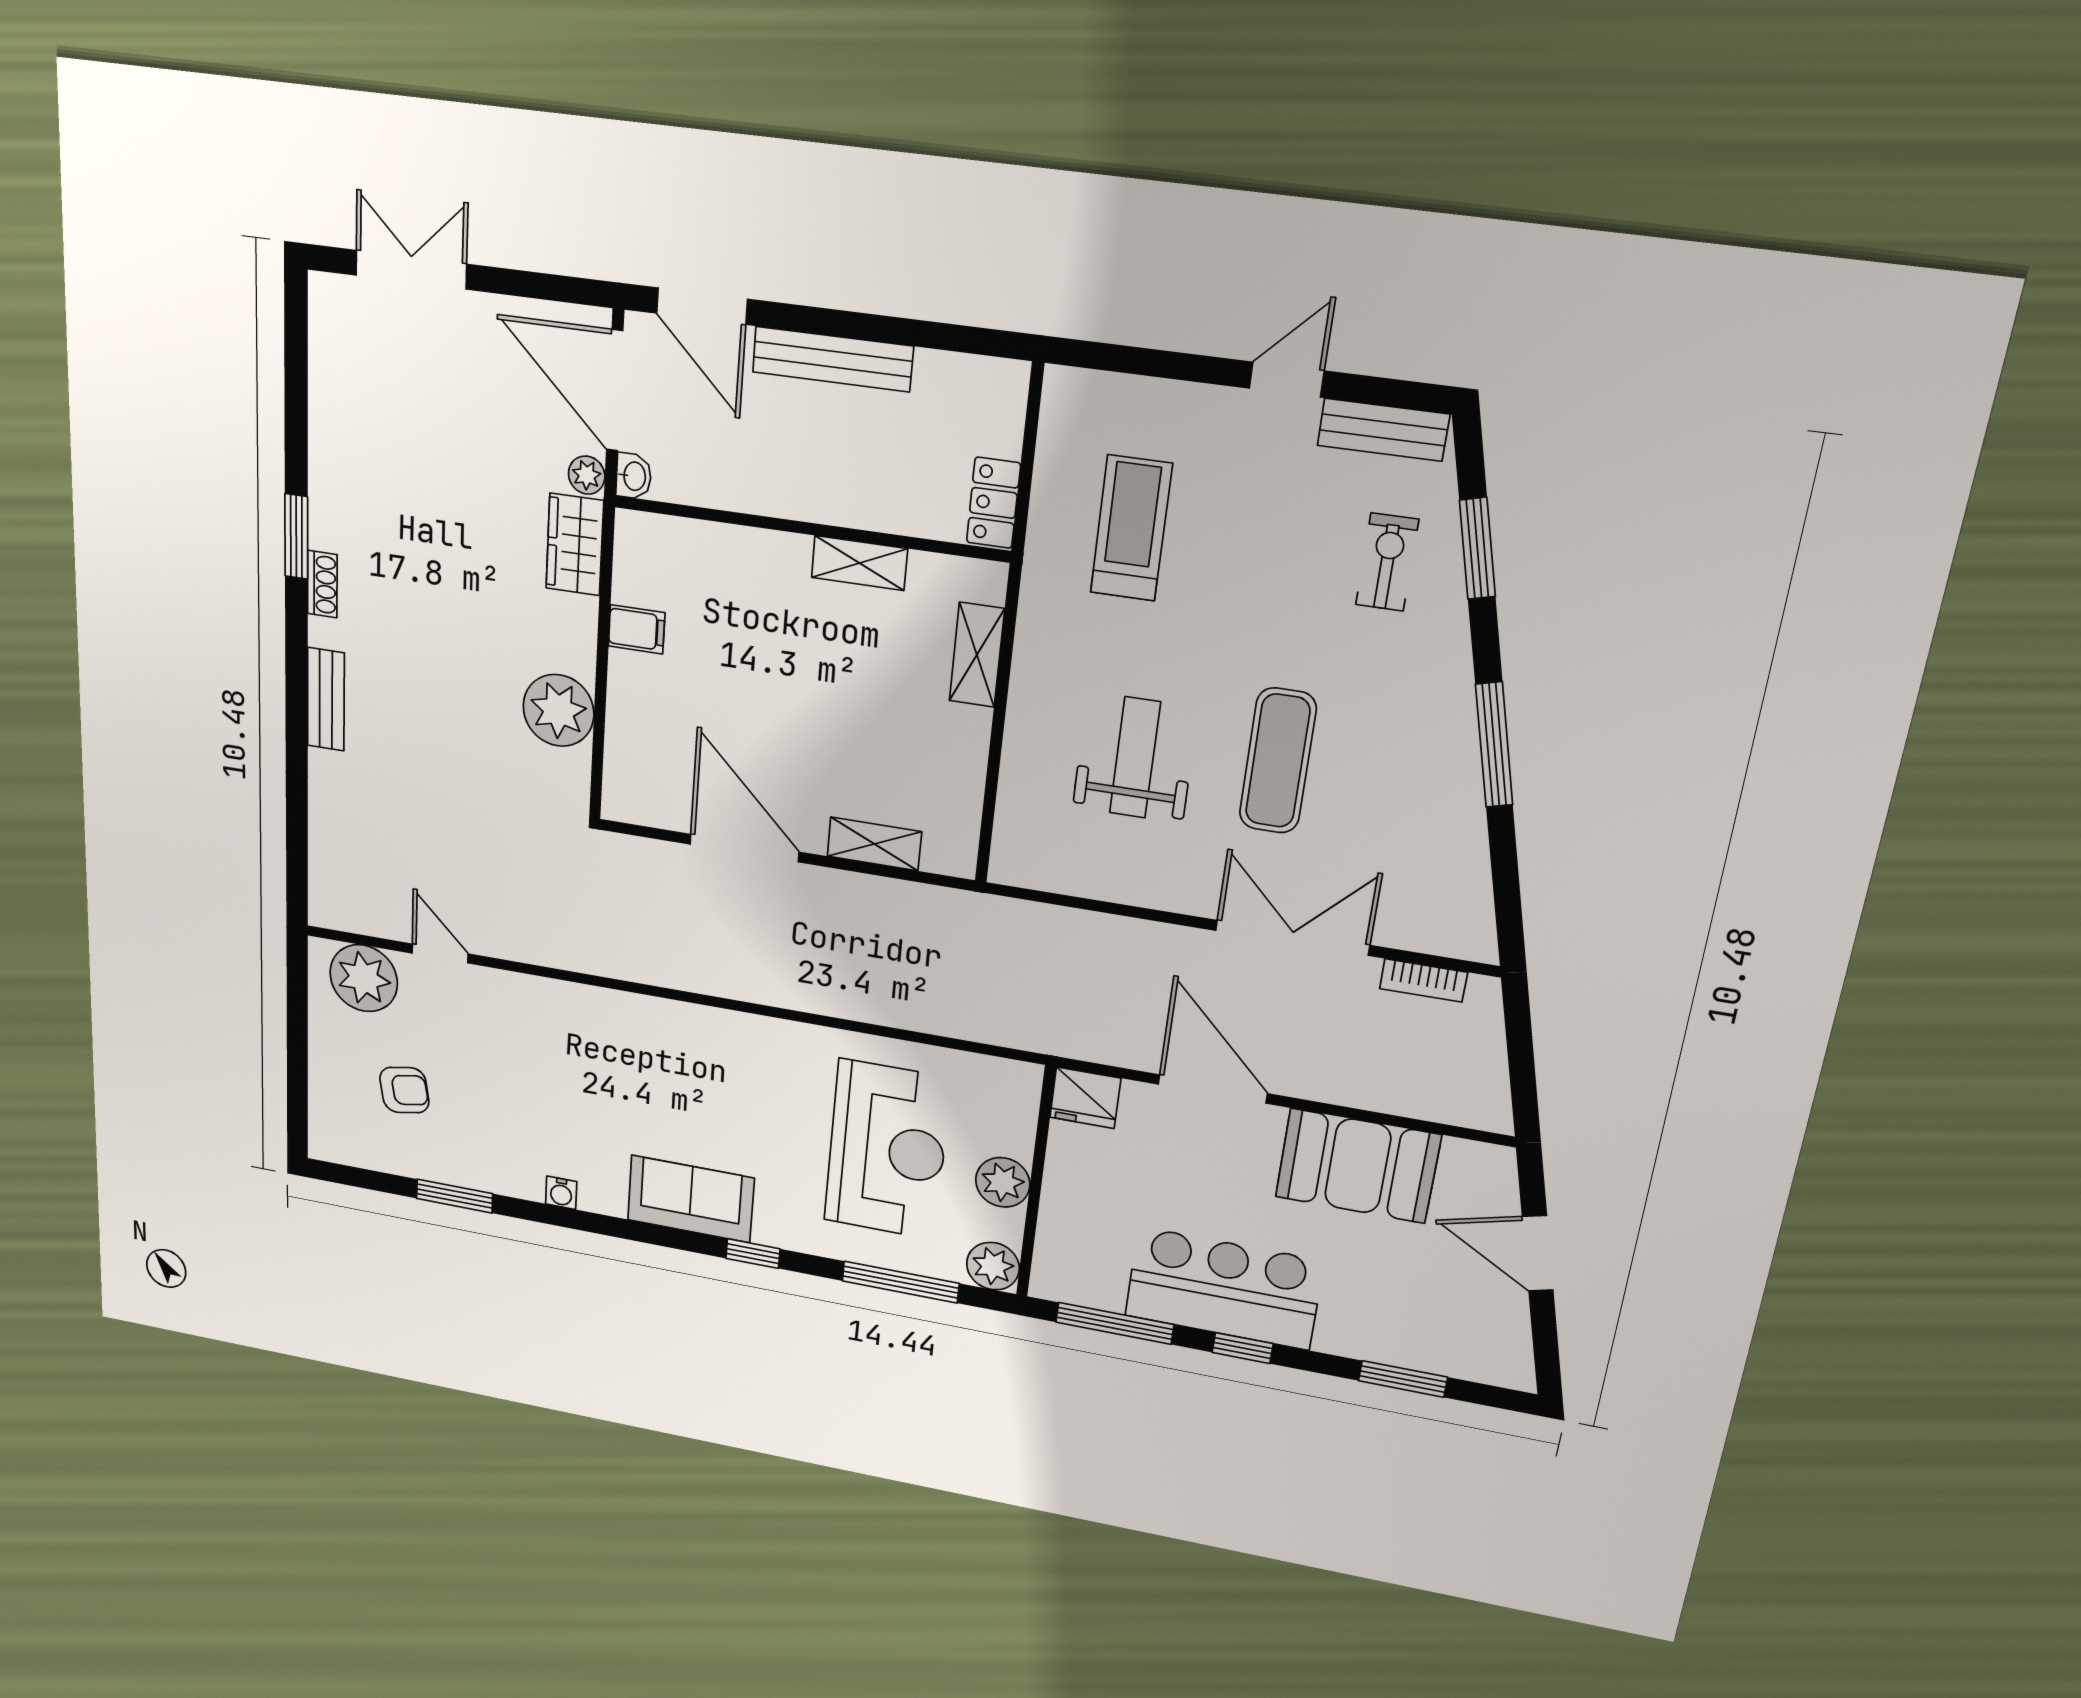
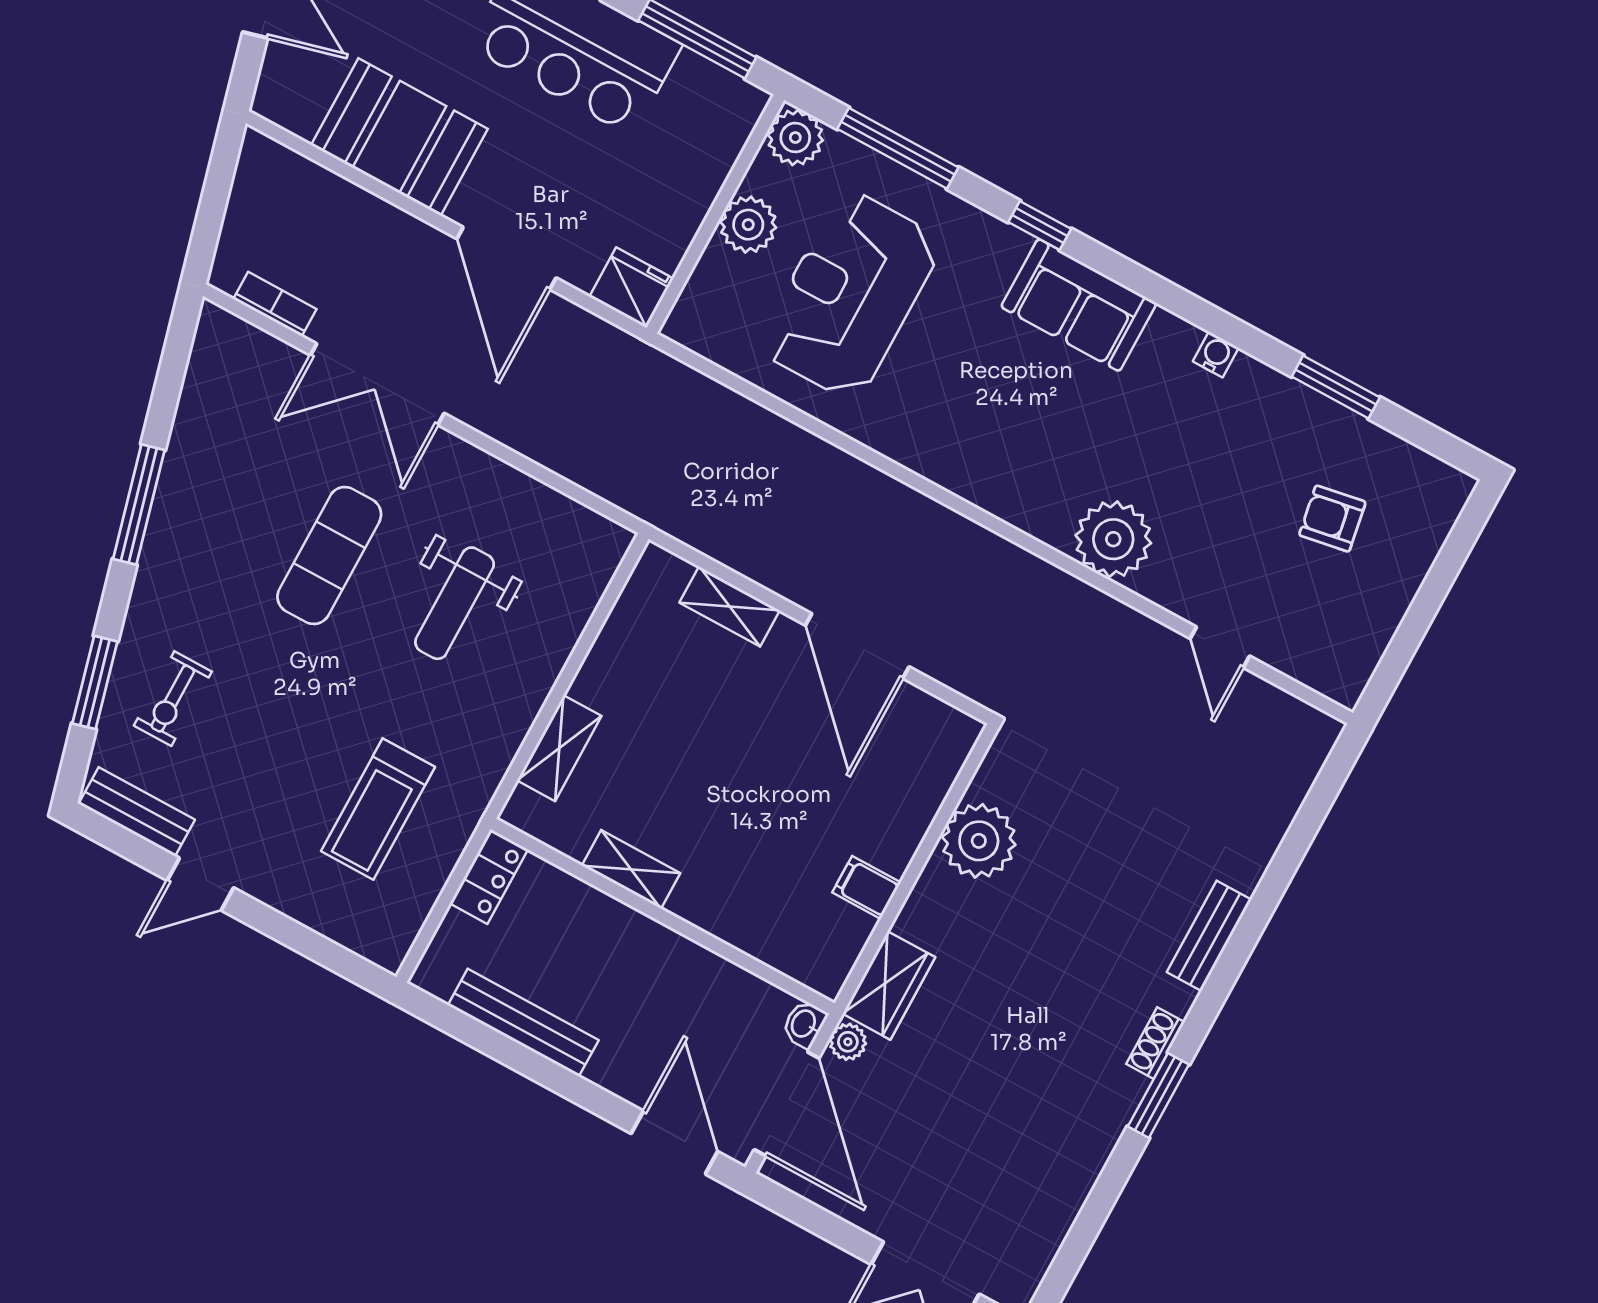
bench: (833, 359) -> (523, 1023), moved
plant: (364, 978) -> (1113, 539), moved

